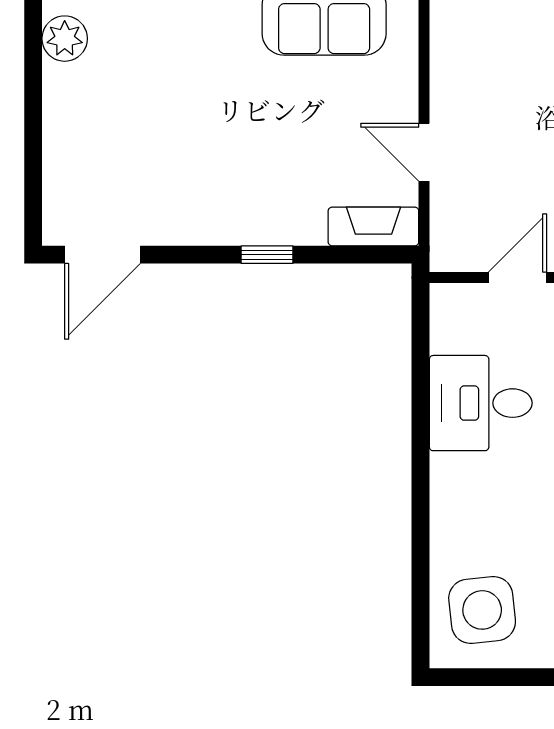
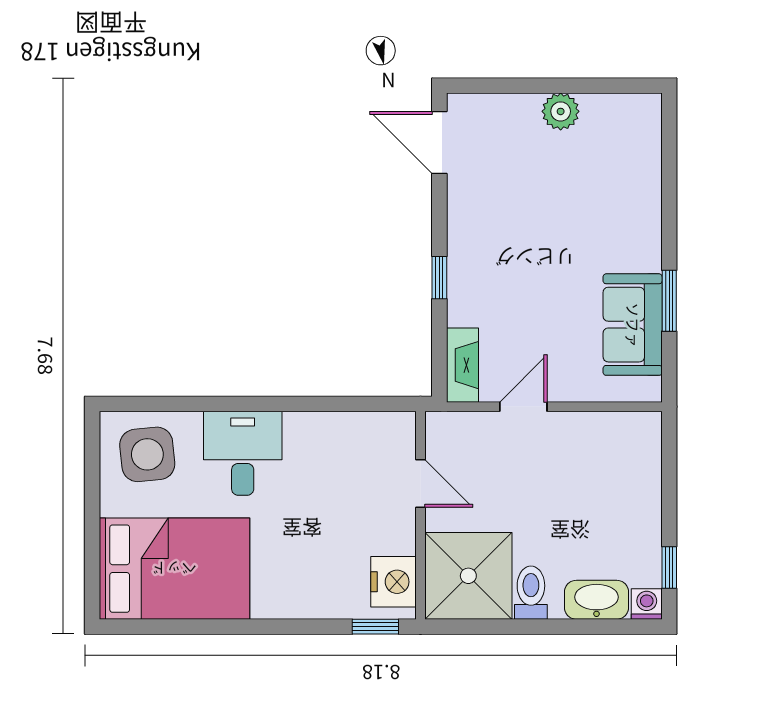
plant: (65, 39) -> (561, 111), moved
desk: (481, 403) -> (243, 453), moved

